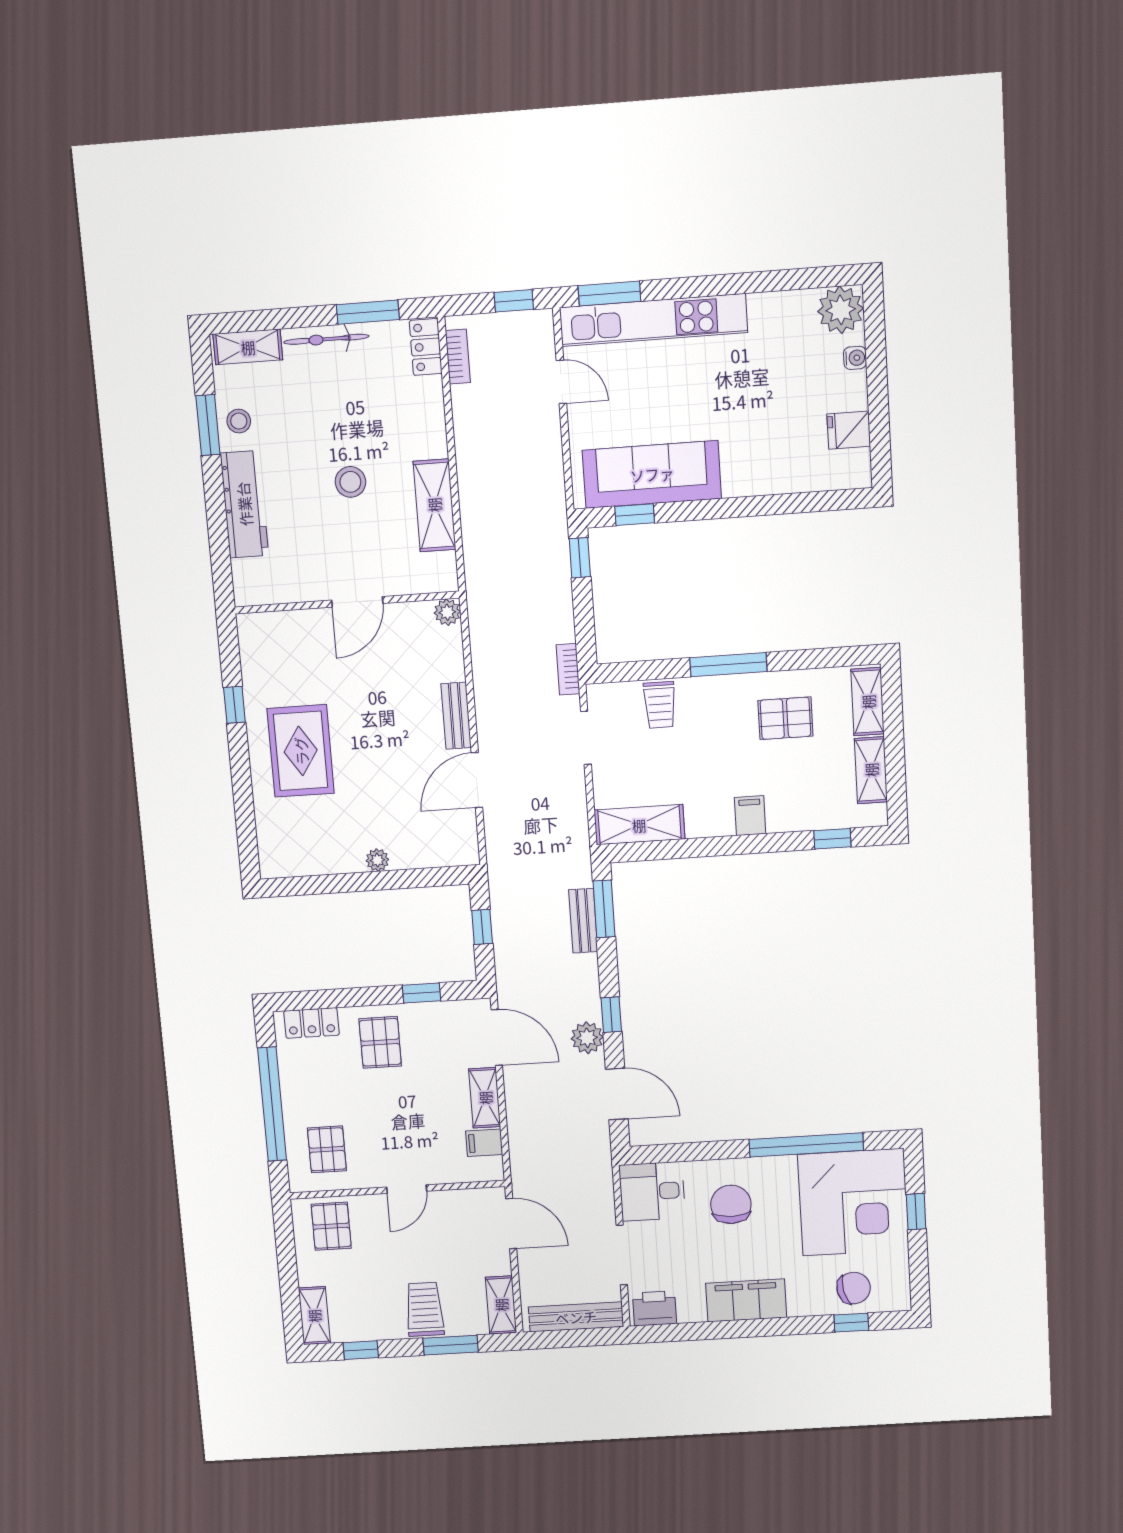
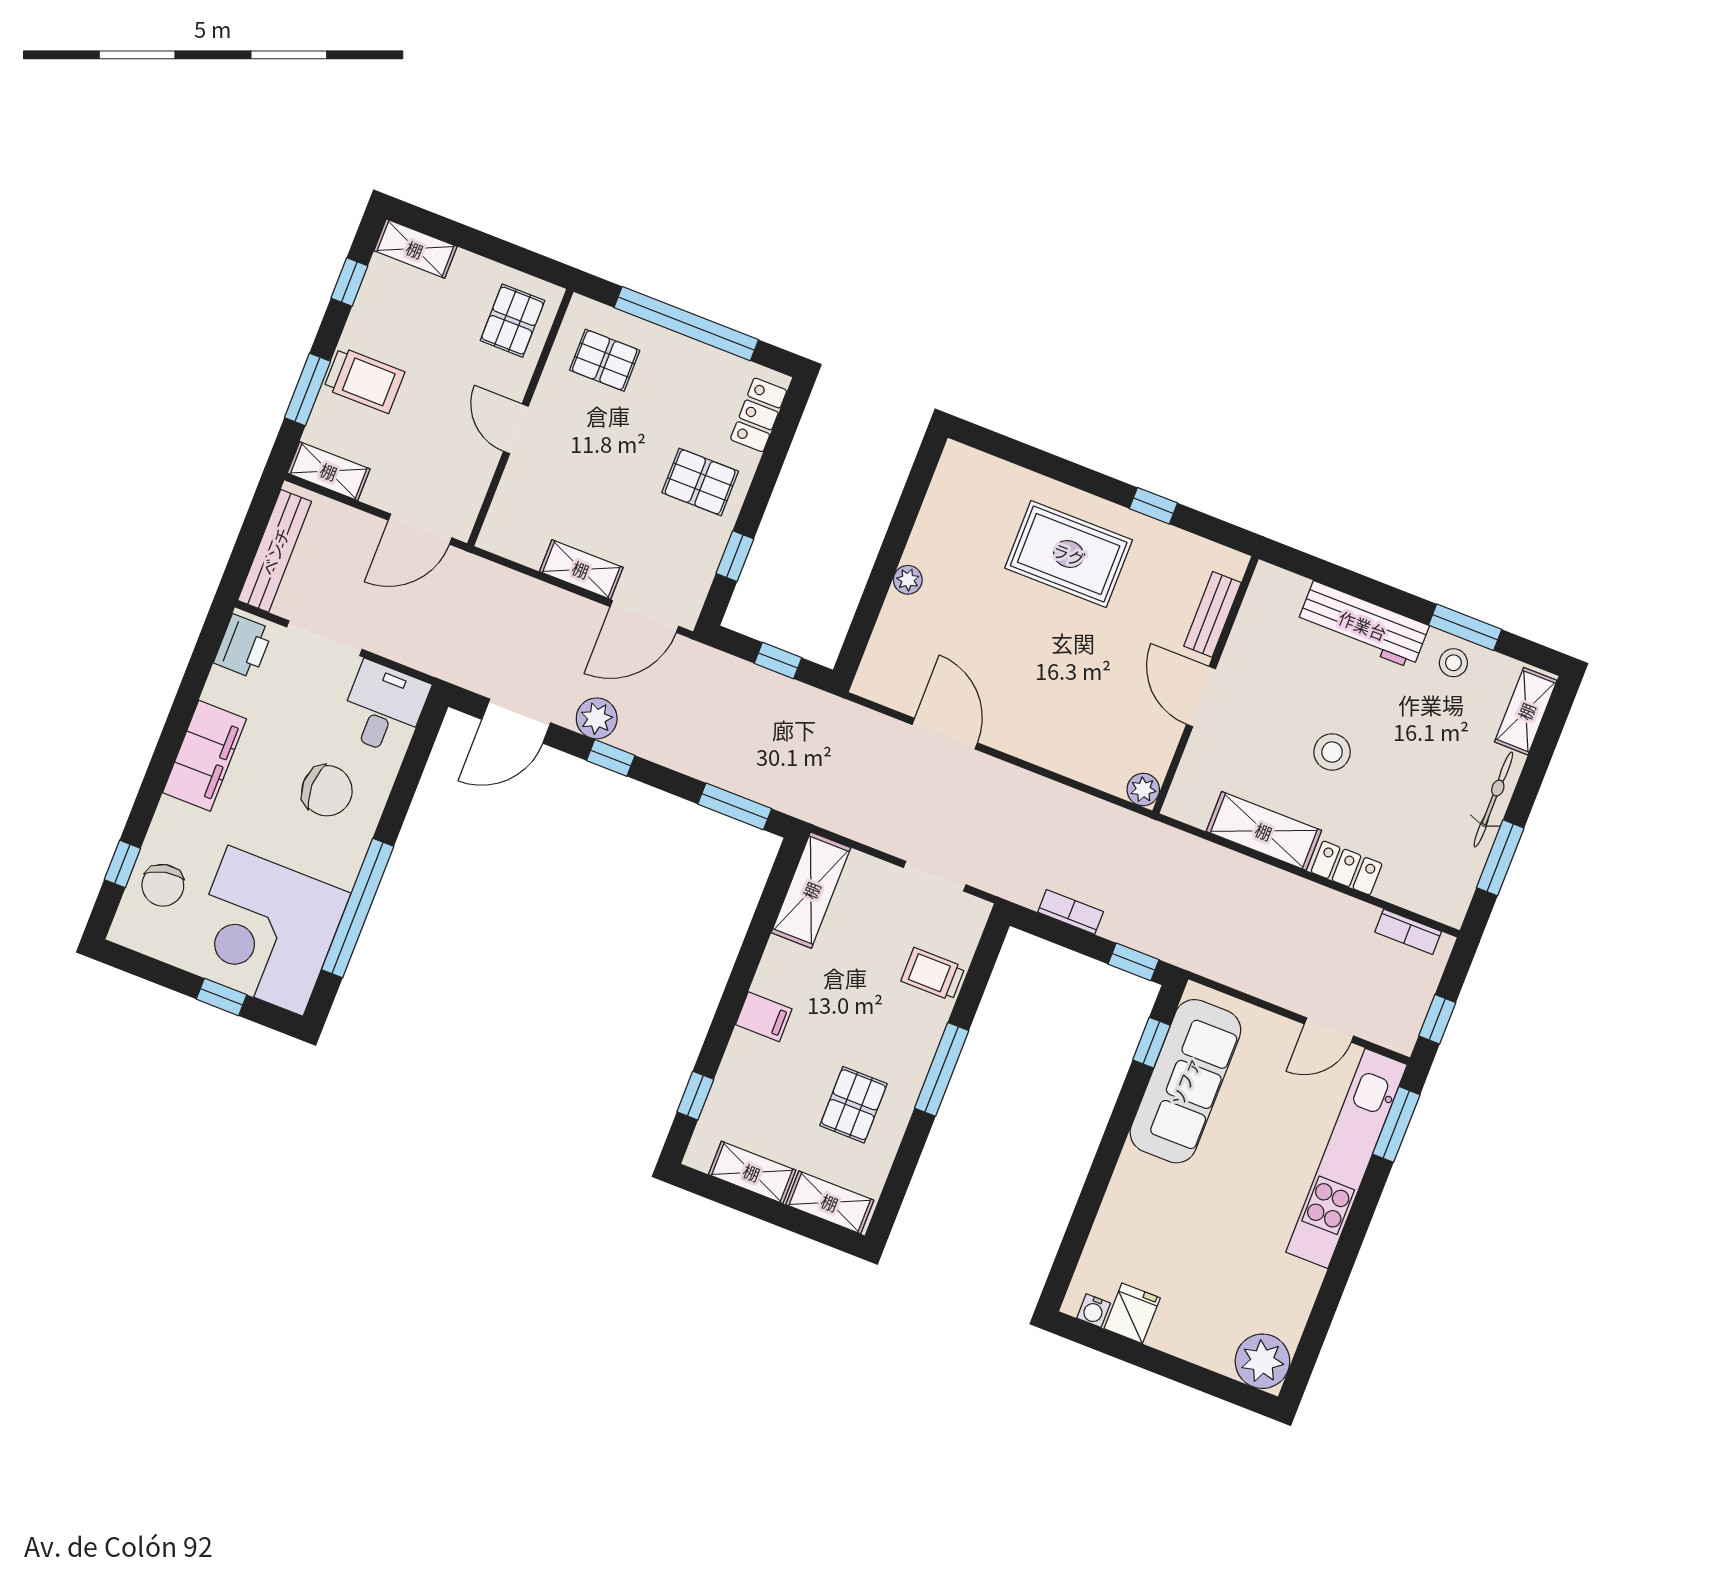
locker: (426, 347) -> (1346, 868), moved
water cooler: (855, 358) -> (1094, 1311), moved
bookcase: (568, 669) -> (1071, 912), moved
bench: (456, 716) -> (1212, 614), moved, turned 90
bench: (583, 921) -> (732, 777), removed
filing cabinet: (484, 1143) -> (529, 544), removed
pallet: (331, 1226) -> (512, 321), turned 90

